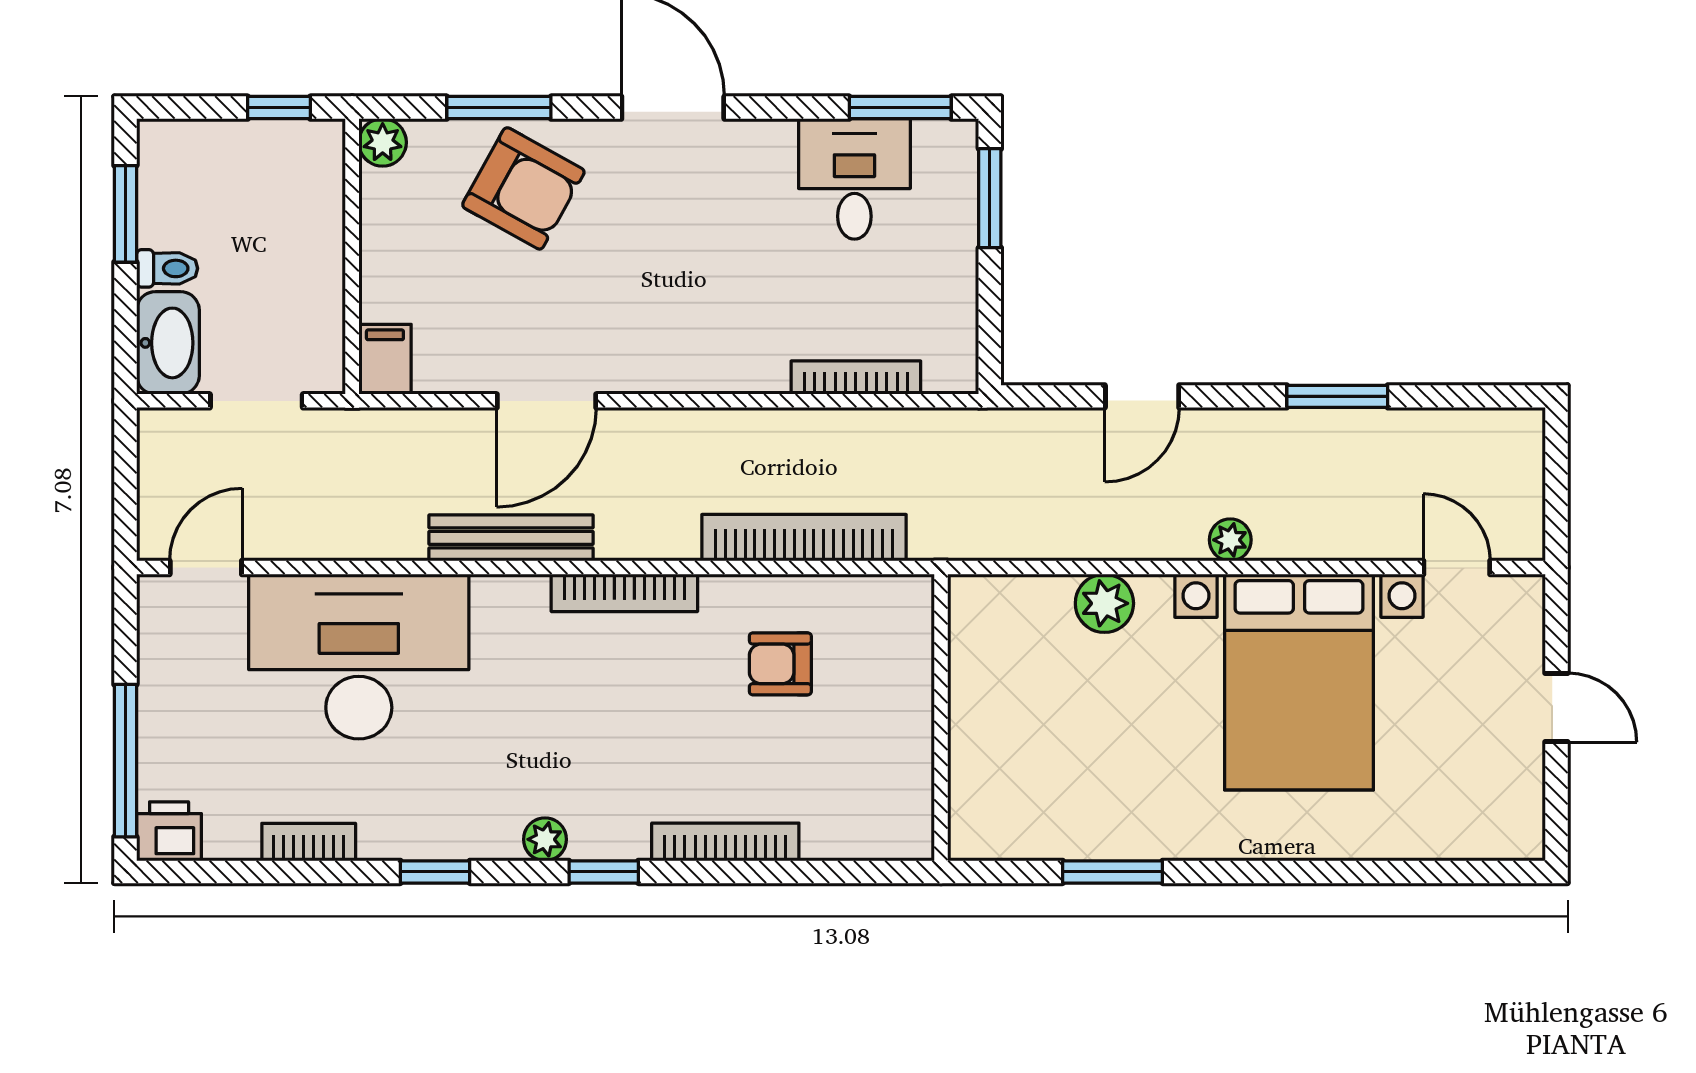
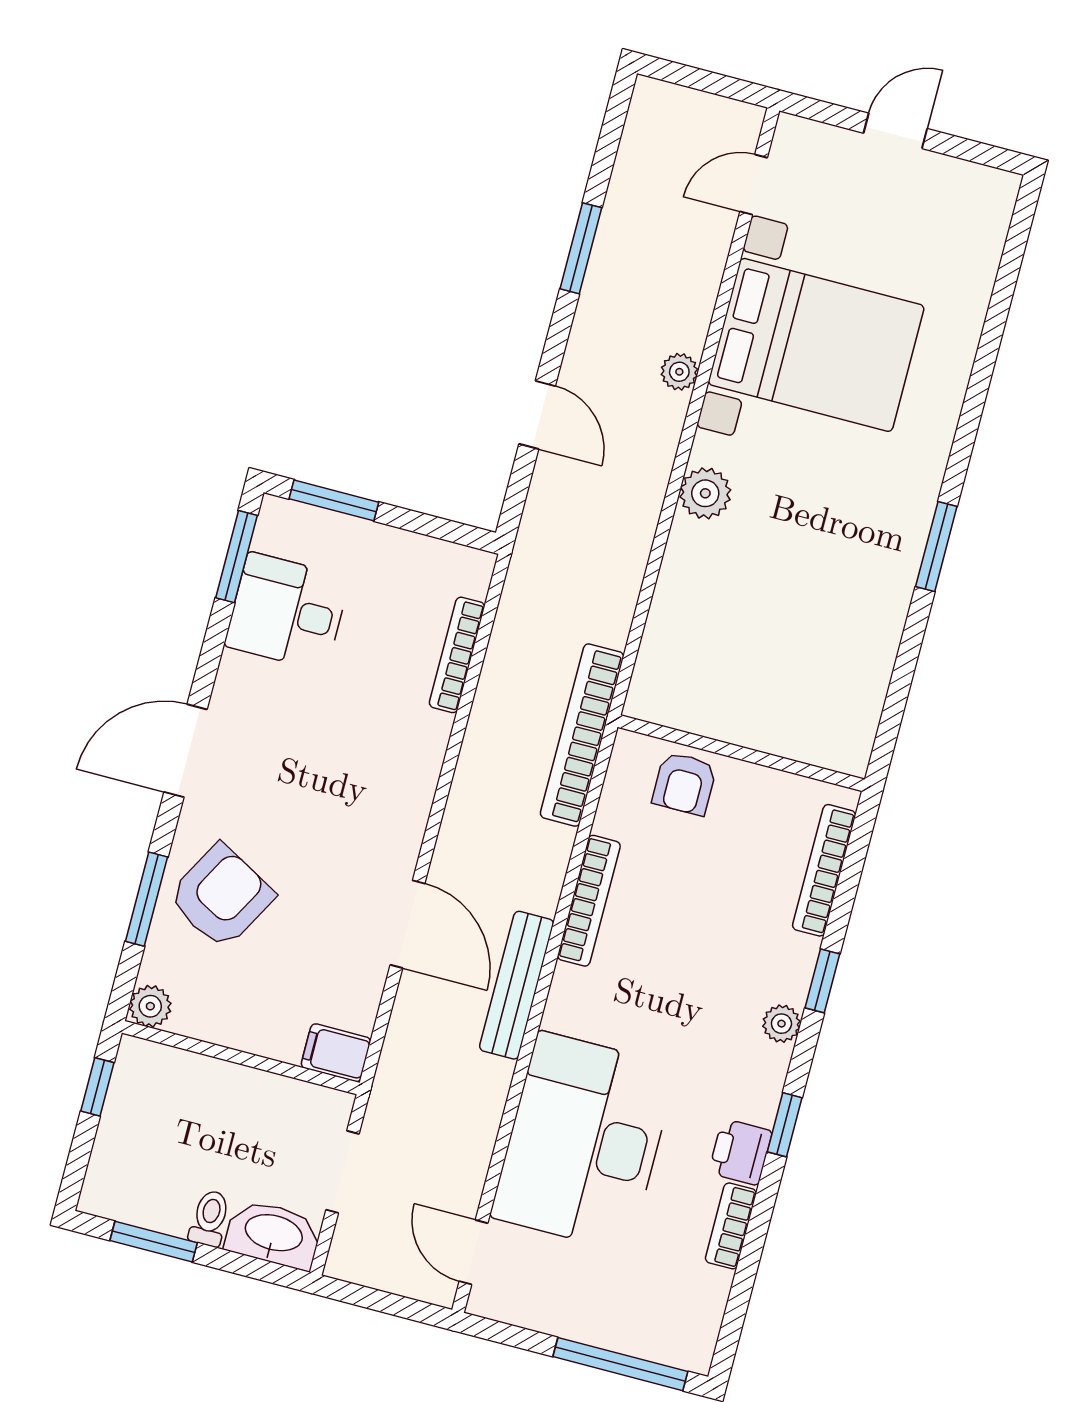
wall: (941, 717) -> (741, 753), moved
printer: (169, 831) -> (740, 1152), moved

